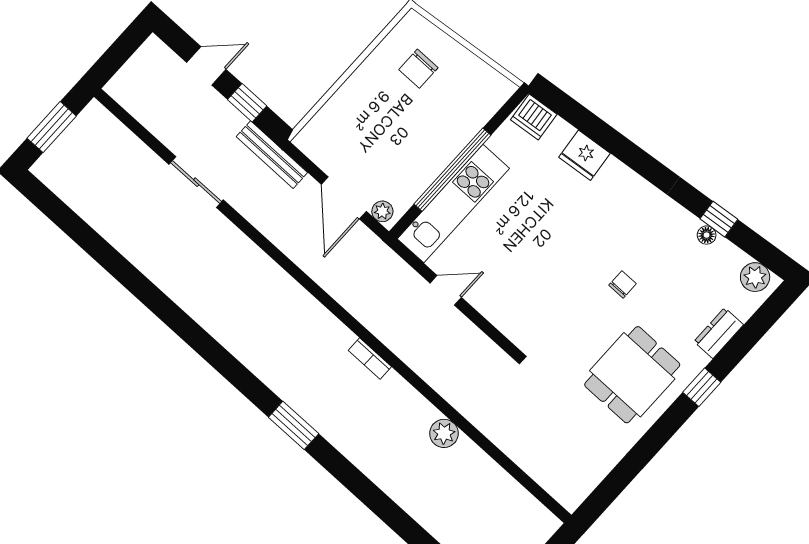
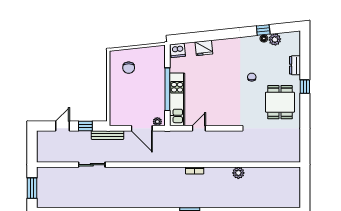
plant: (755, 277) -> (275, 39), moved

